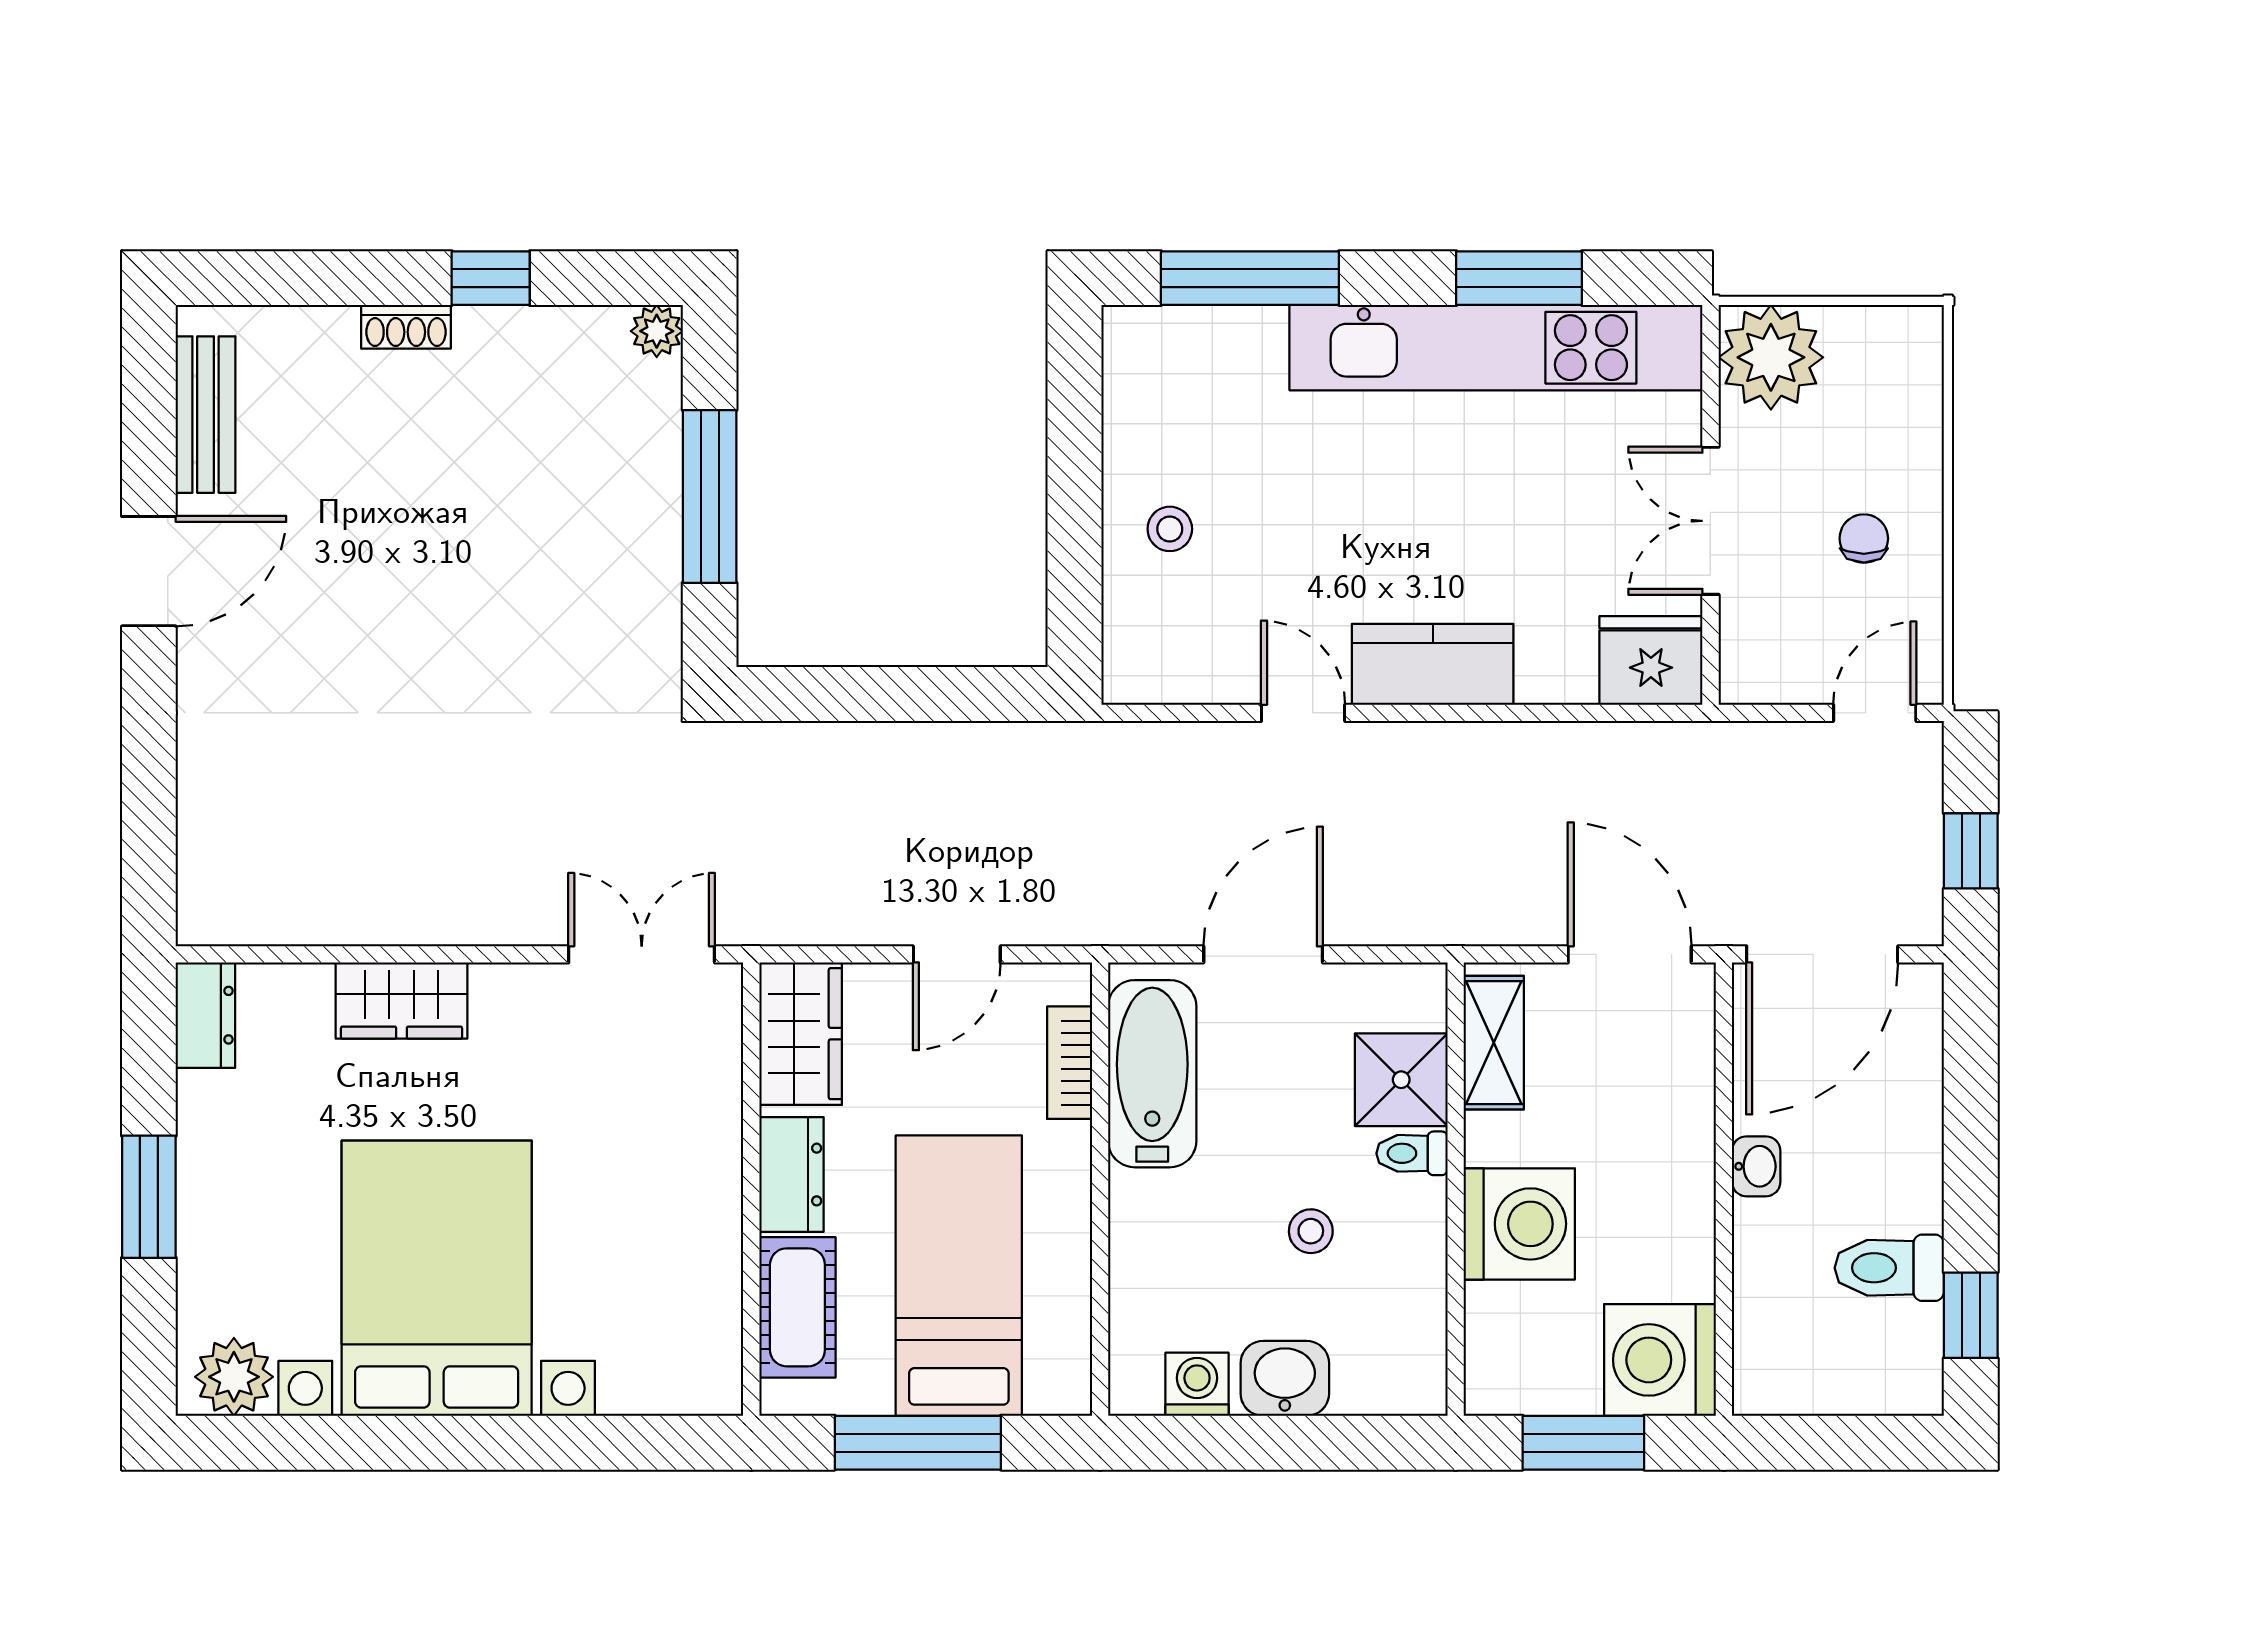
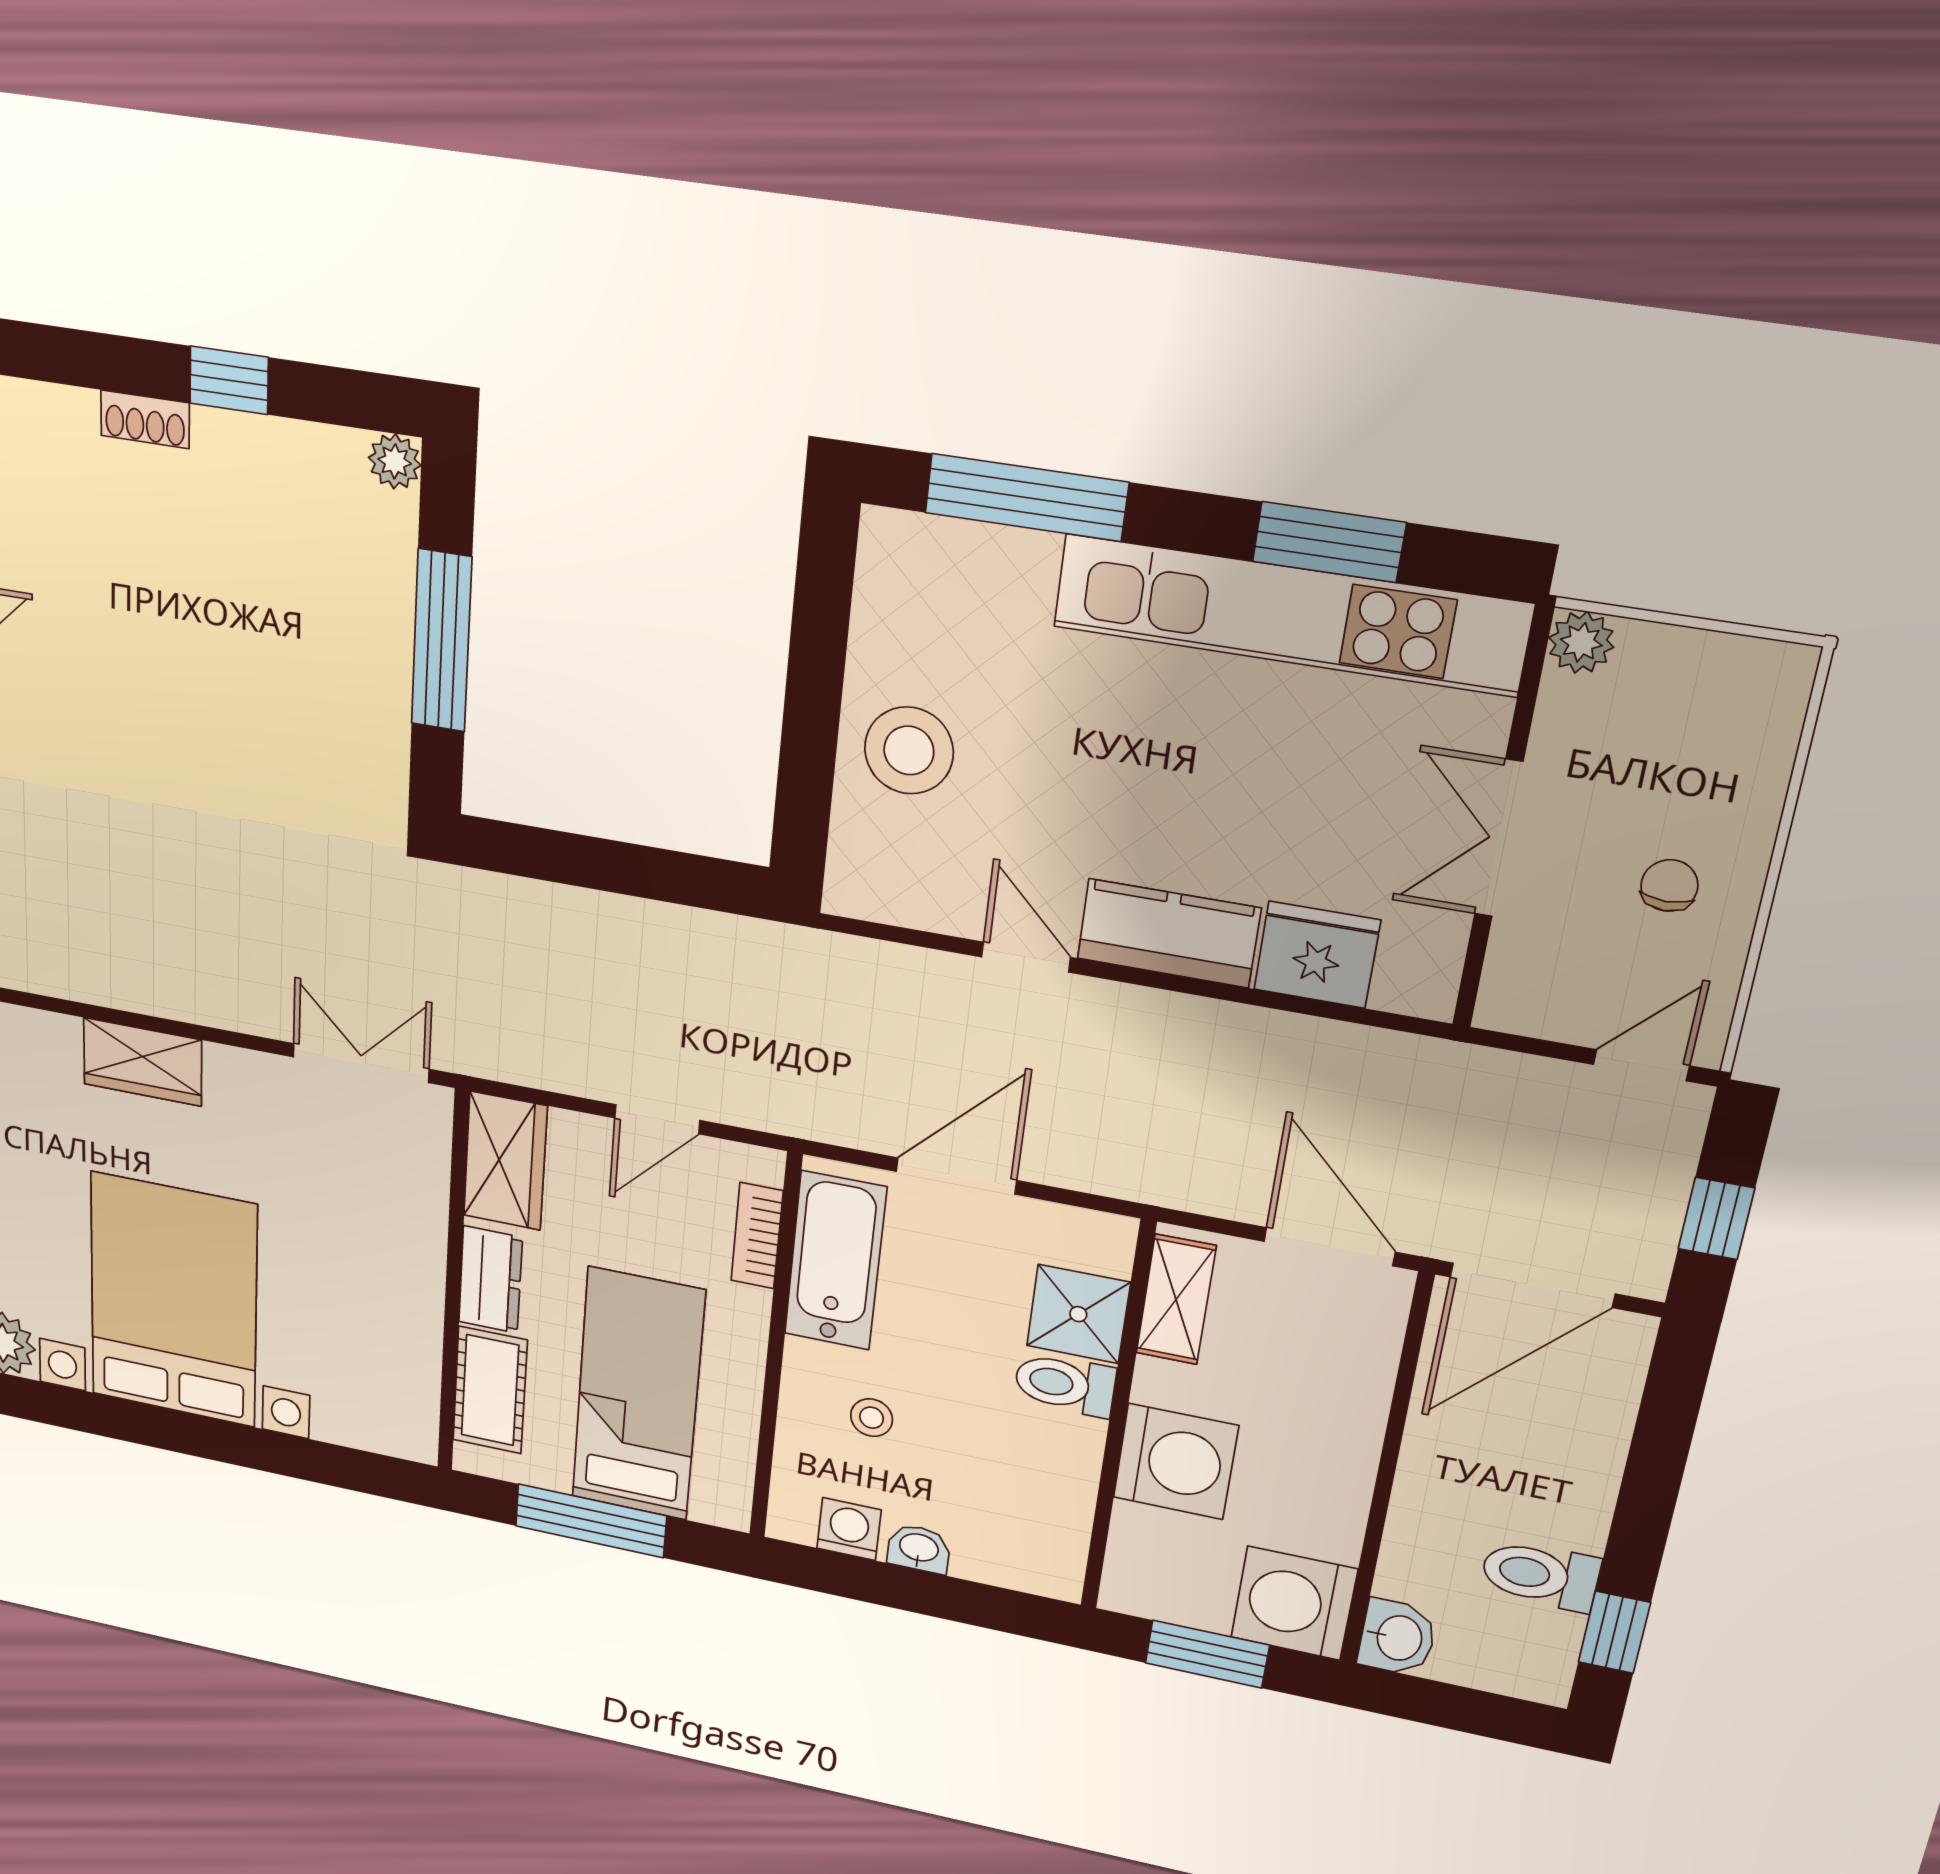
plant: (1771, 357) -> (1581, 642), width x0.53, depth x0.53
stool: (1170, 529) -> (909, 751), width x1.89, depth x1.89
fridge: (1651, 660) -> (1317, 955), moved
toilet: (1412, 1153) -> (1065, 1384), width x1.37, depth x1.39
washbasin: (1756, 1166) -> (1397, 1638), moved, width x1.38, depth x1.45
stool: (1311, 1231) -> (872, 1418), moved
washbasin: (1285, 1378) -> (919, 1549), width x0.72, depth x0.69

